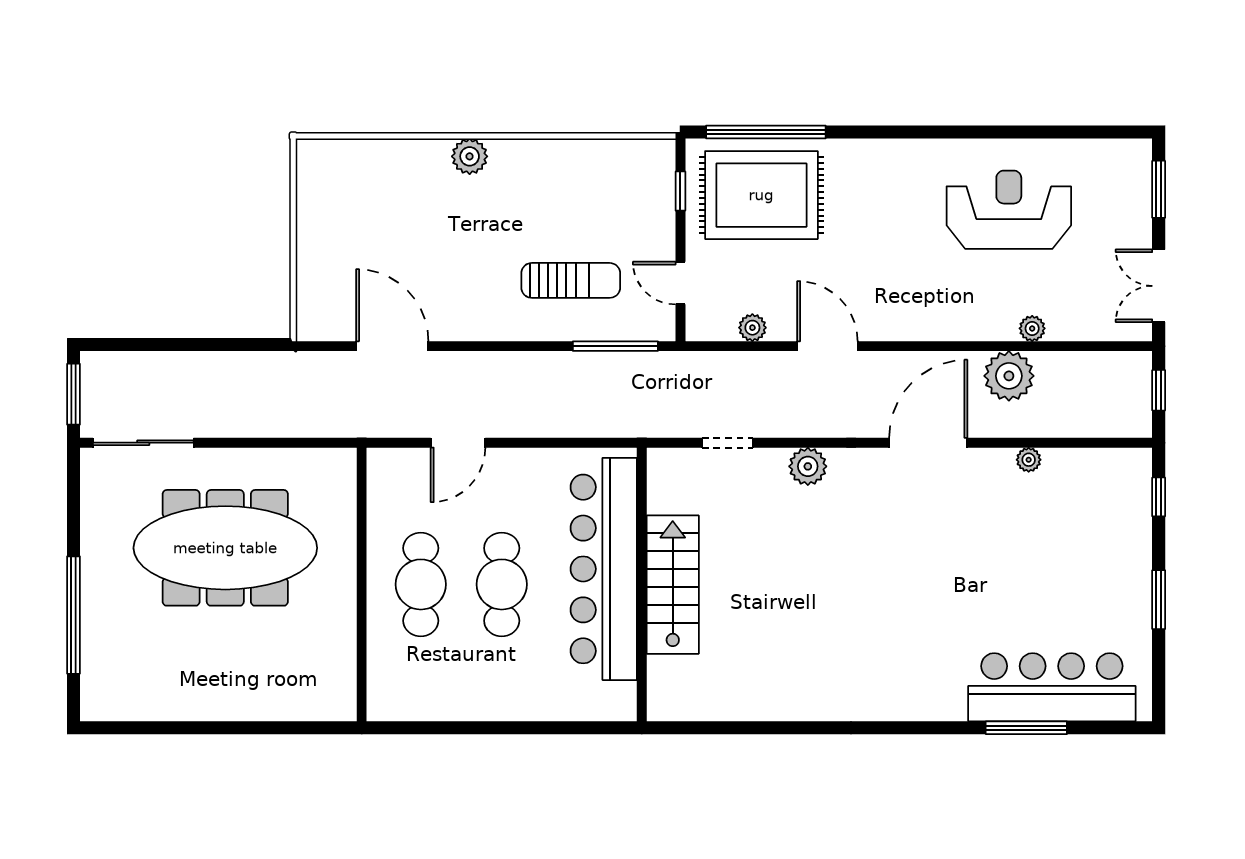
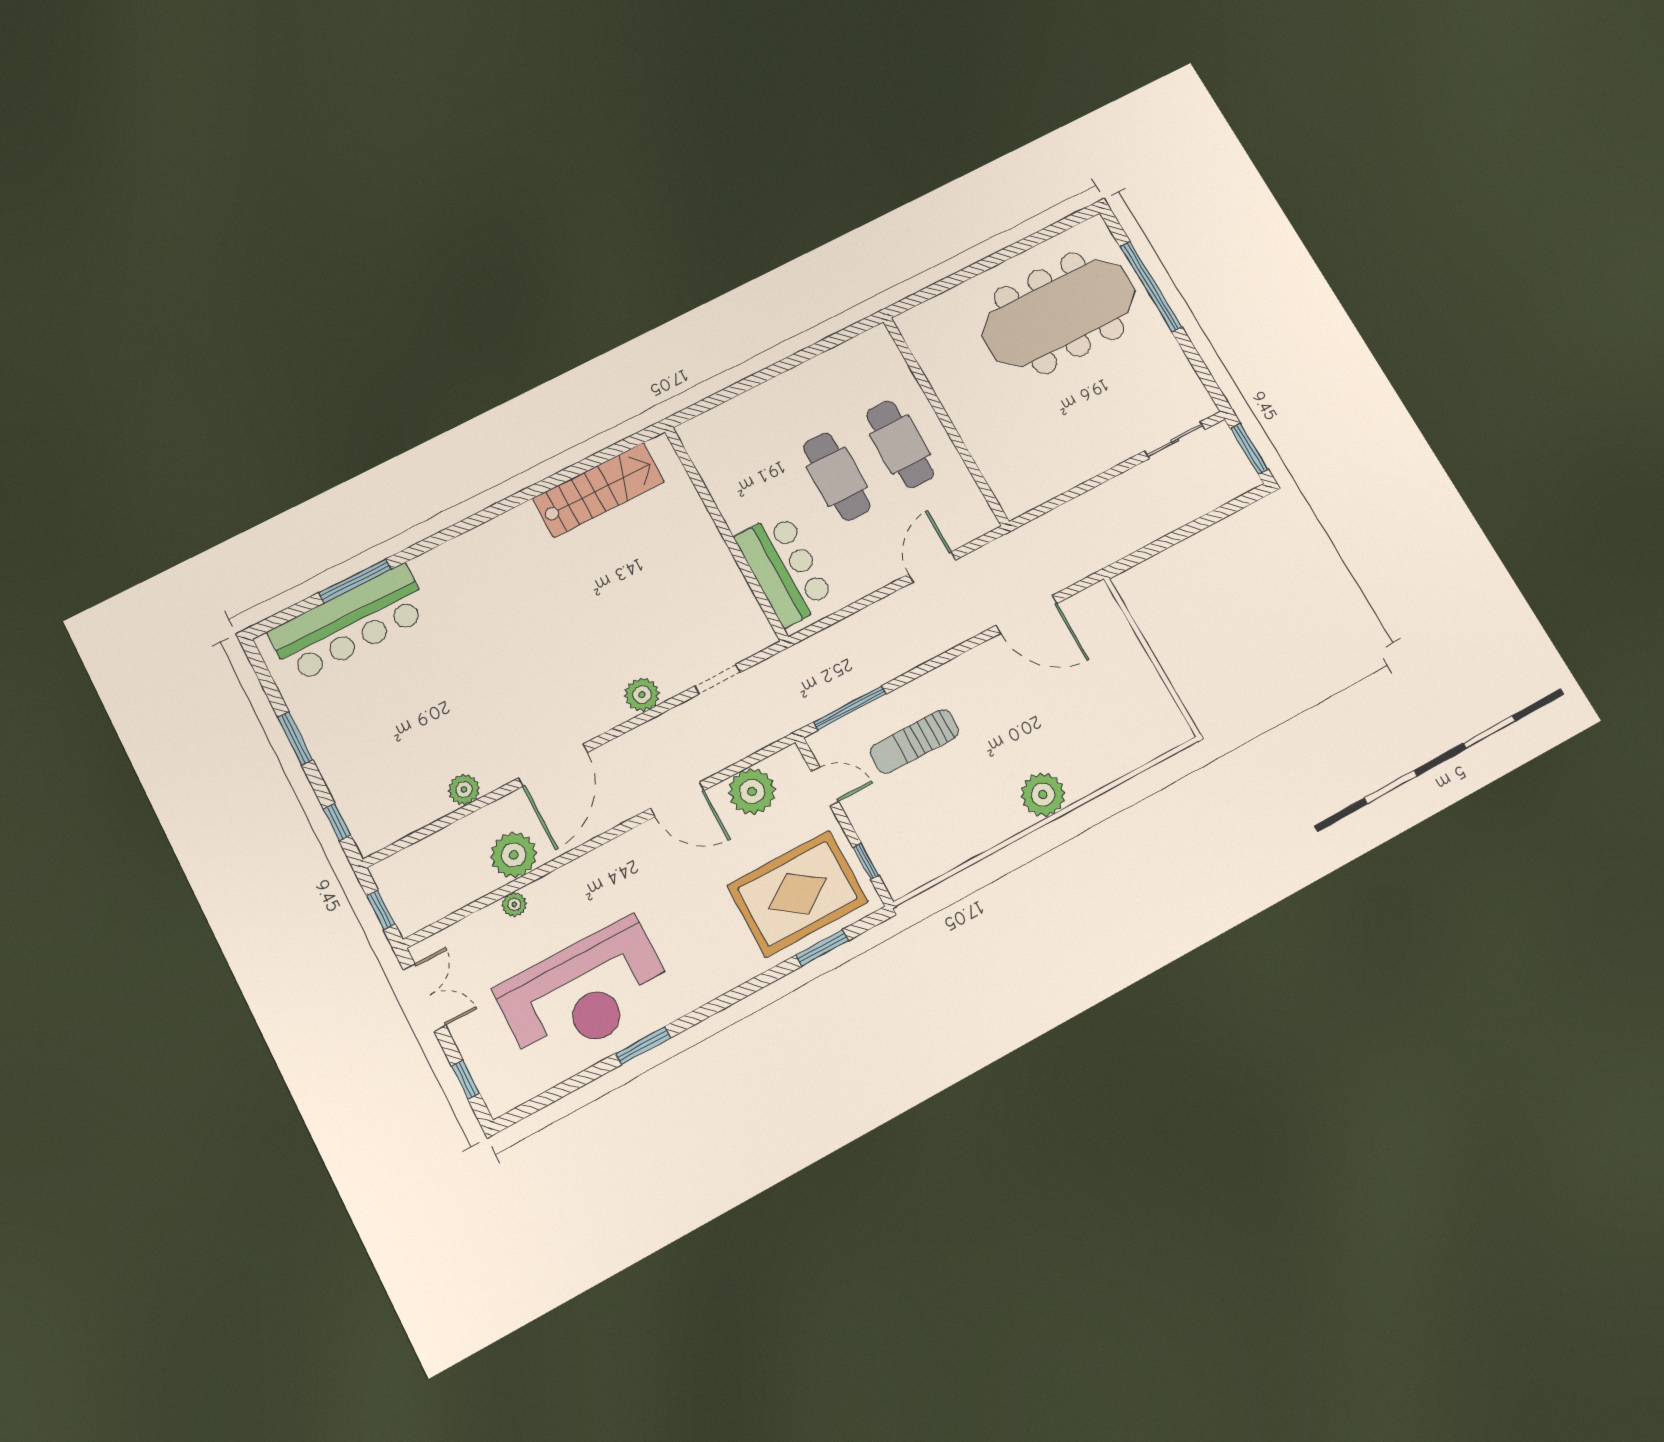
window: (766, 132) -> (822, 948), width x0.47
window: (980, 132) -> (643, 1046), added
plant: (470, 156) -> (1043, 795), width x1.36, depth x1.36
window: (1159, 189) -> (466, 1080), width x0.67
reception desk: (1009, 210) -> (585, 993), width x1.36, depth x1.30
plant: (752, 328) -> (752, 791), width x1.88, depth x1.88
sliding door: (143, 443) -> (1175, 440), width x0.73
plant: (1029, 460) -> (464, 789), width x1.38, depth x1.38
meeting table: (225, 548) -> (1059, 313), moved
bar counter: (604, 569) -> (785, 569), width x0.54
stairs: (673, 585) -> (599, 490), moved, turned -90

